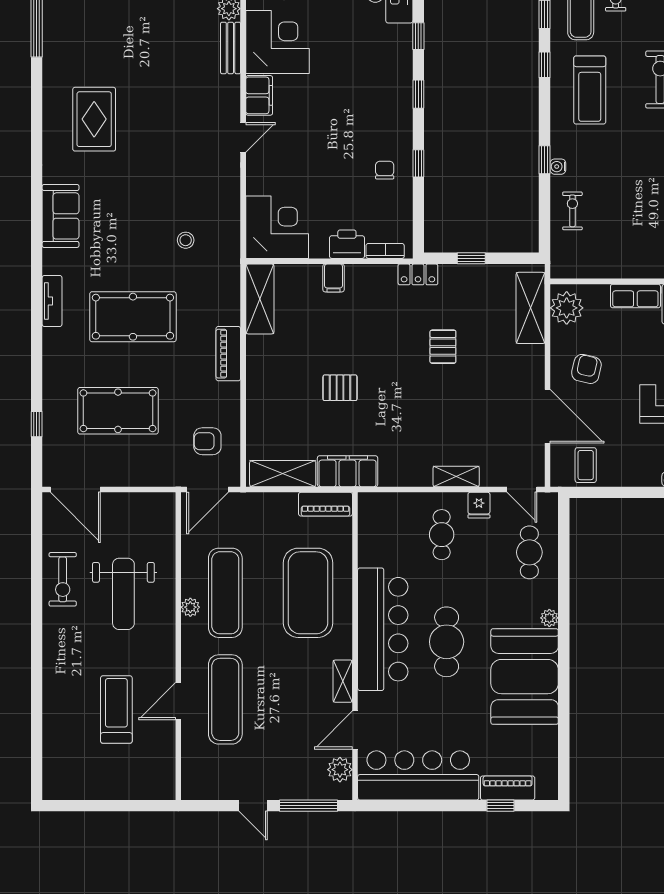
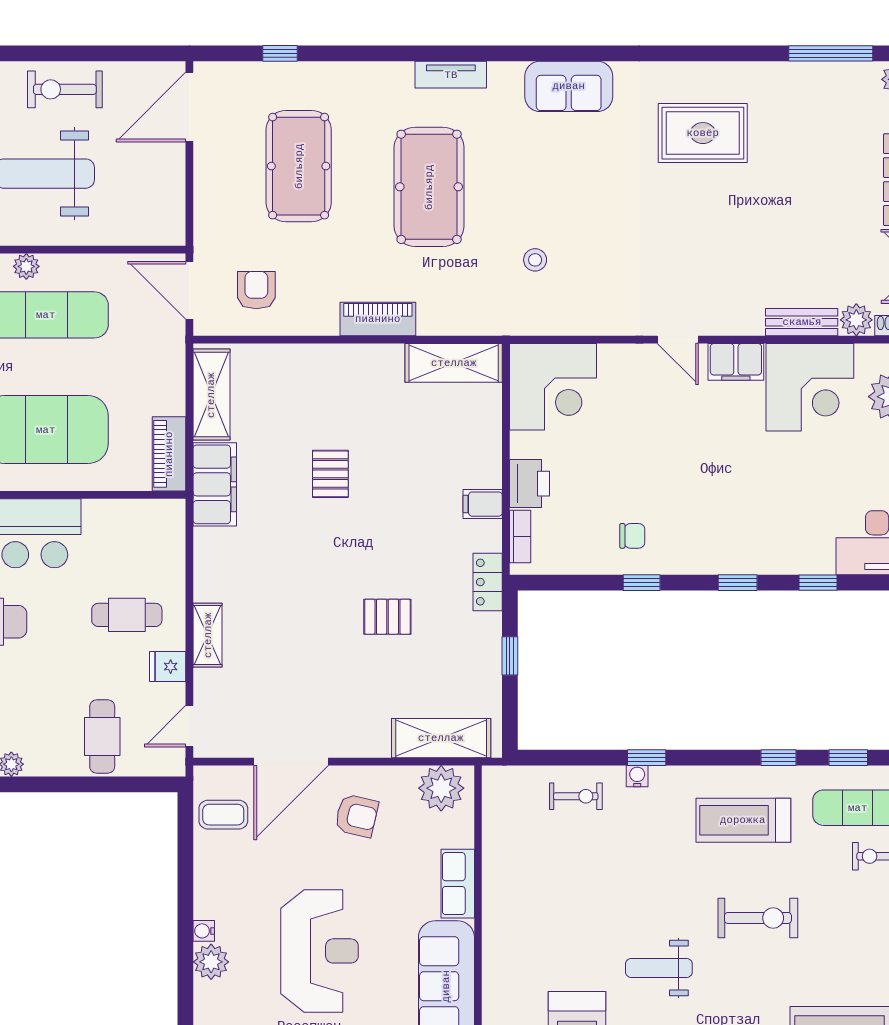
filing cabinet: (334, 278) -> (483, 504), moved
cafe table: (529, 552) -> (102, 737), turned 90

